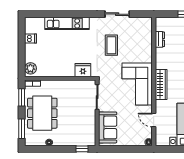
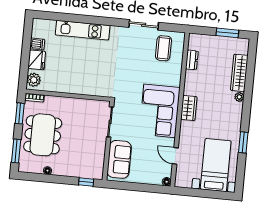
coffee table: (111, 45) -> (163, 48), moved
fridge: (83, 70) -> (37, 60), moved, turned 90
wardrobe: (161, 84) -> (189, 108), width x0.67

